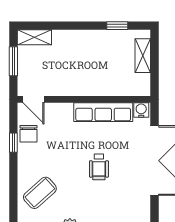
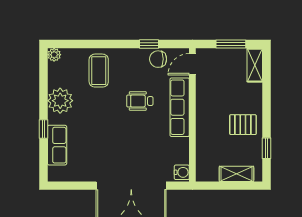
pallet: (94, 49) -> (243, 125), added
row of seats: (103, 112) -> (180, 107), moved
wheelchair: (99, 167) -> (140, 101), moved
coffee table: (40, 193) -> (99, 71), turned 42

